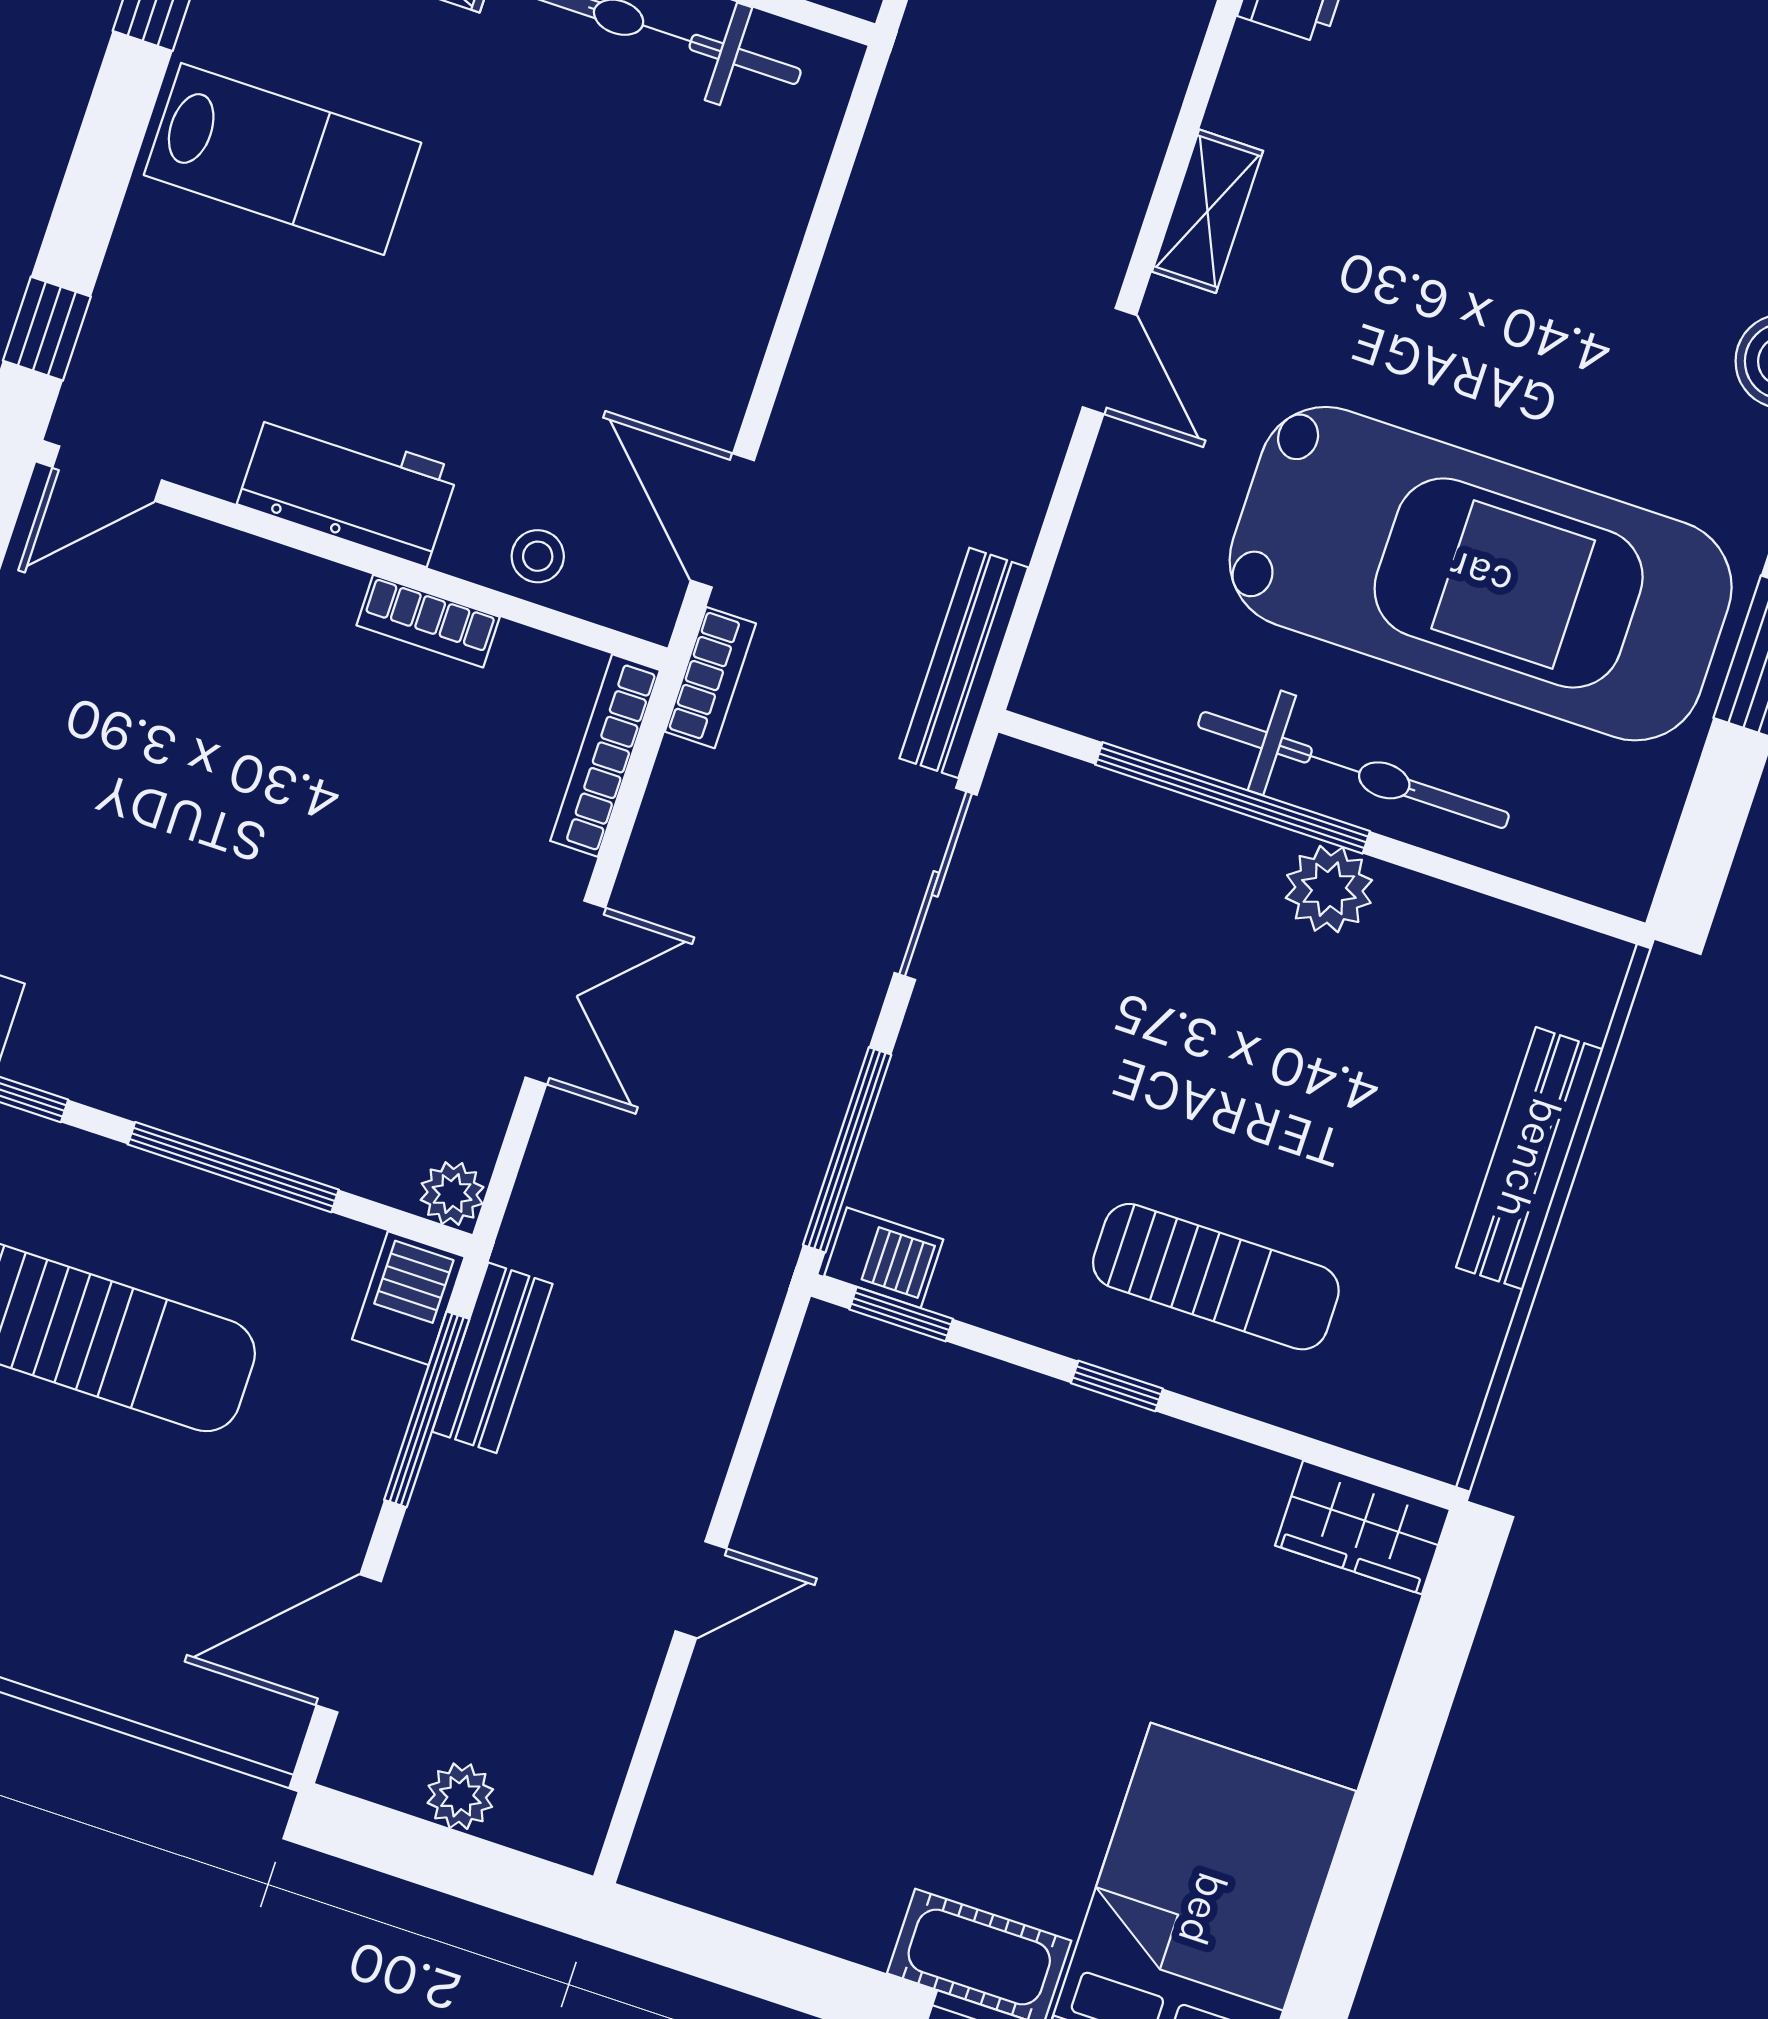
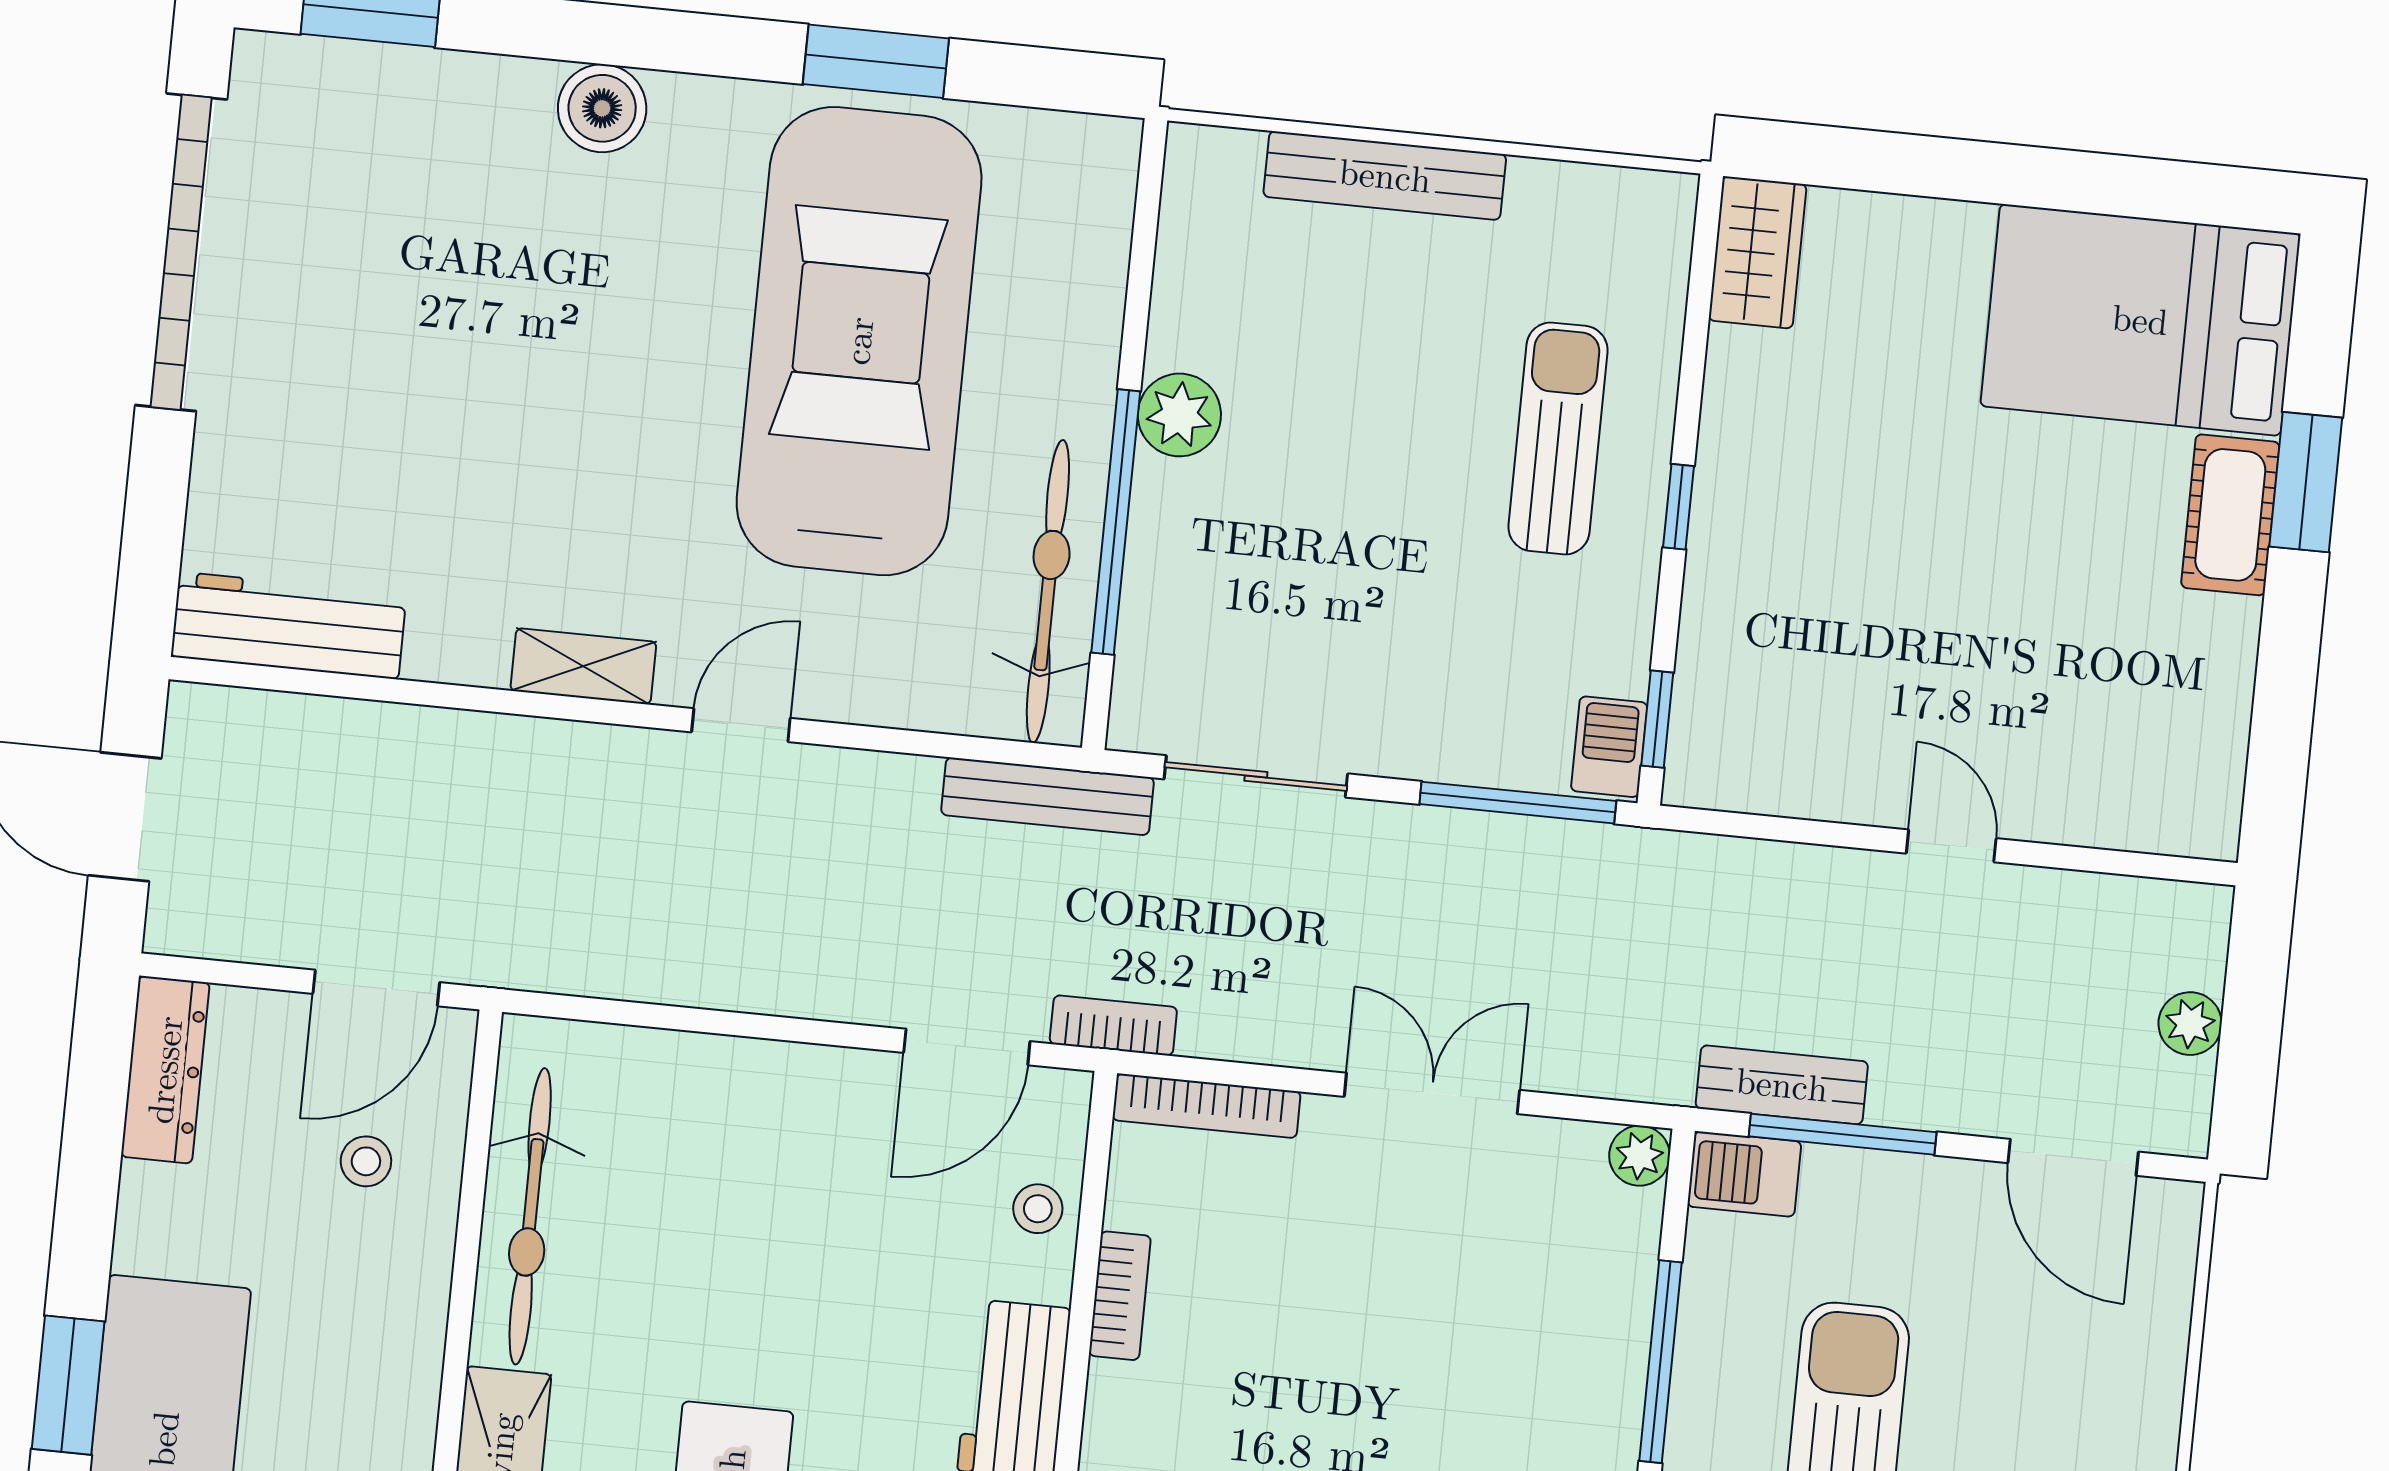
bicycle: (1353, 770) -> (1048, 591), moved

